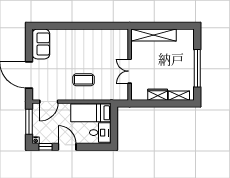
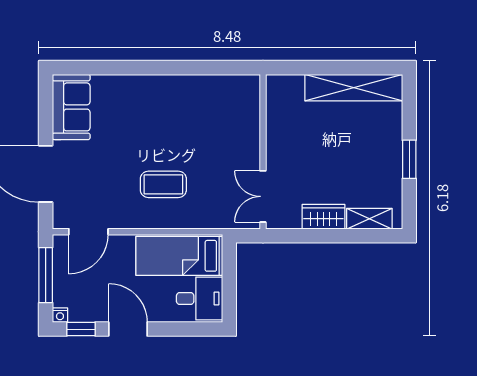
shelving: (153, 35) -> (354, 88), moved
window: (197, 68) -> (409, 159), width x0.47
double door: (130, 71) -> (263, 196), moved

